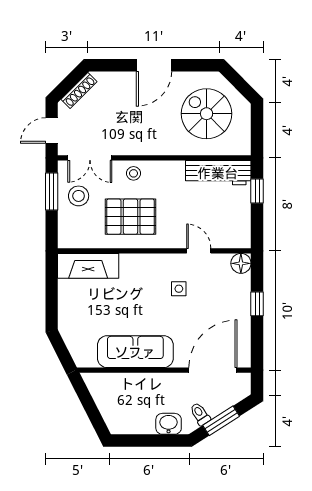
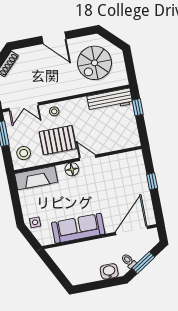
door: (154, 65) -> (54, 38), hinge flipped
spiral stairs: (207, 114) -> (95, 63), turned -90
stool: (79, 196) -> (24, 153), moved
door: (199, 251) -> (88, 158), moved
floor lamp: (241, 263) -> (72, 169), moved
side table: (179, 289) -> (35, 222), moved

